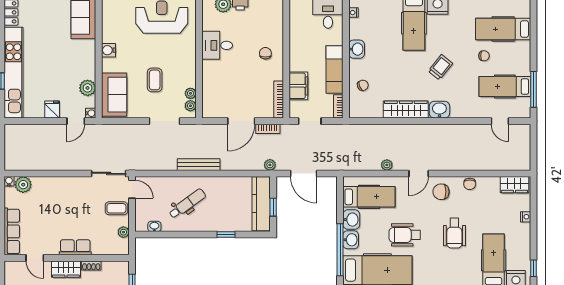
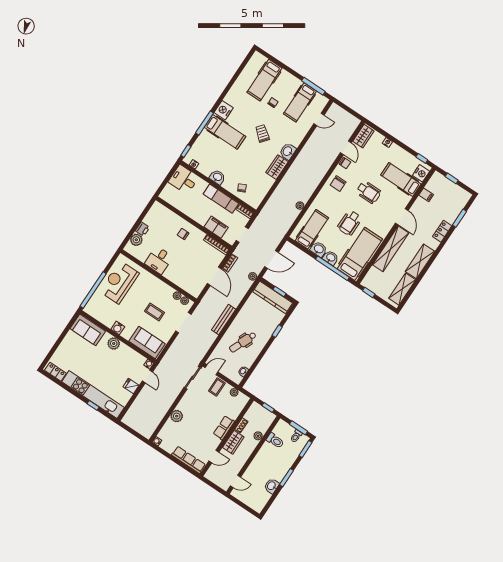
plant: (88, 88) -> (114, 344), moved
wardrobe: (406, 110) -> (277, 167), width x0.67
door: (419, 173) -> (346, 148), moved
plant: (23, 185) -> (177, 416), moved
dental chair: (187, 204) -> (243, 342), turned -121

